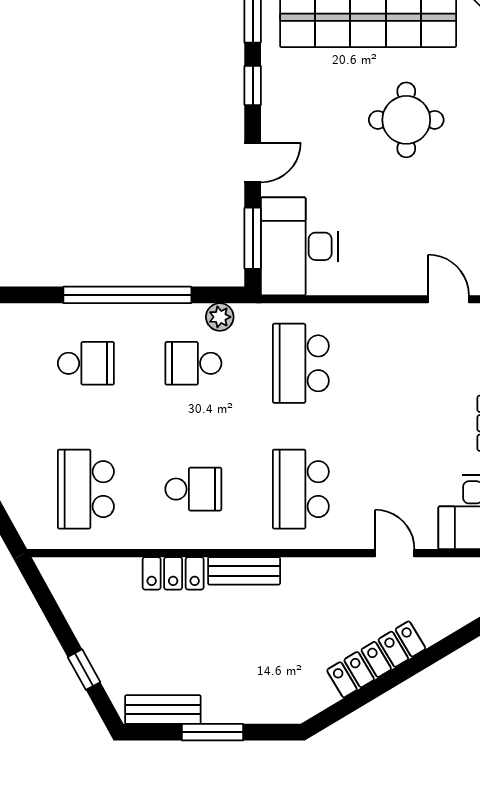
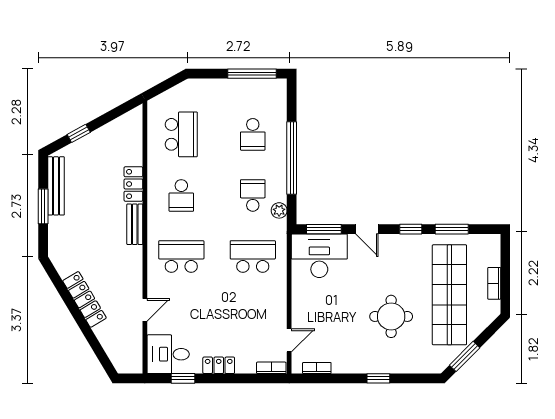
school desk: (86, 489) -> (181, 134), turned 90
bench: (163, 710) -> (56, 186), width x1.36

